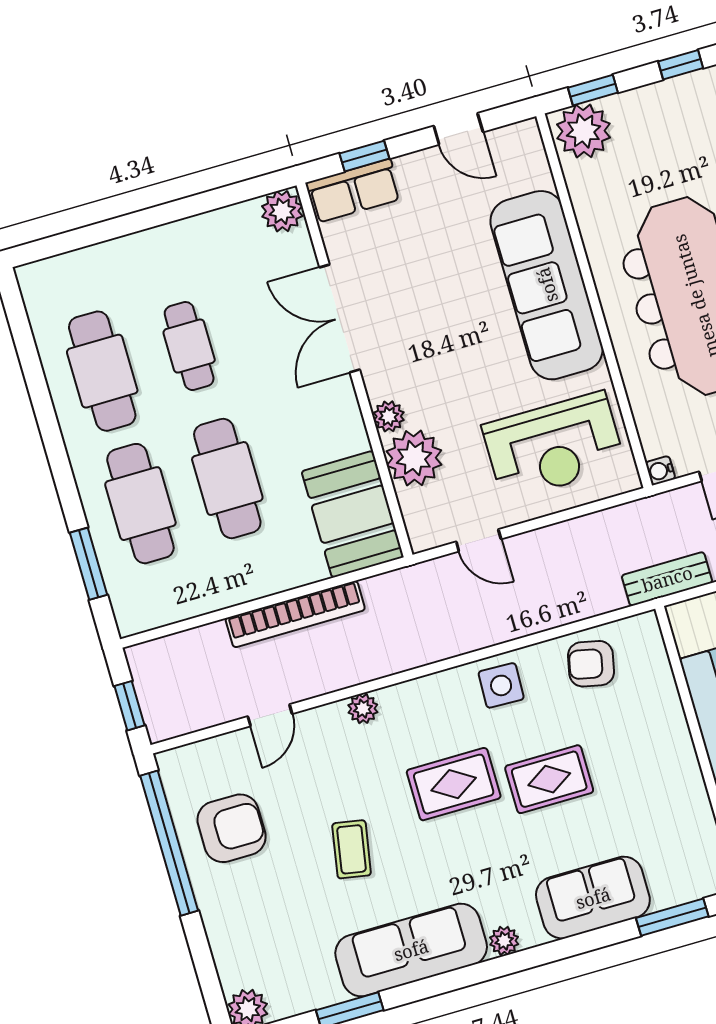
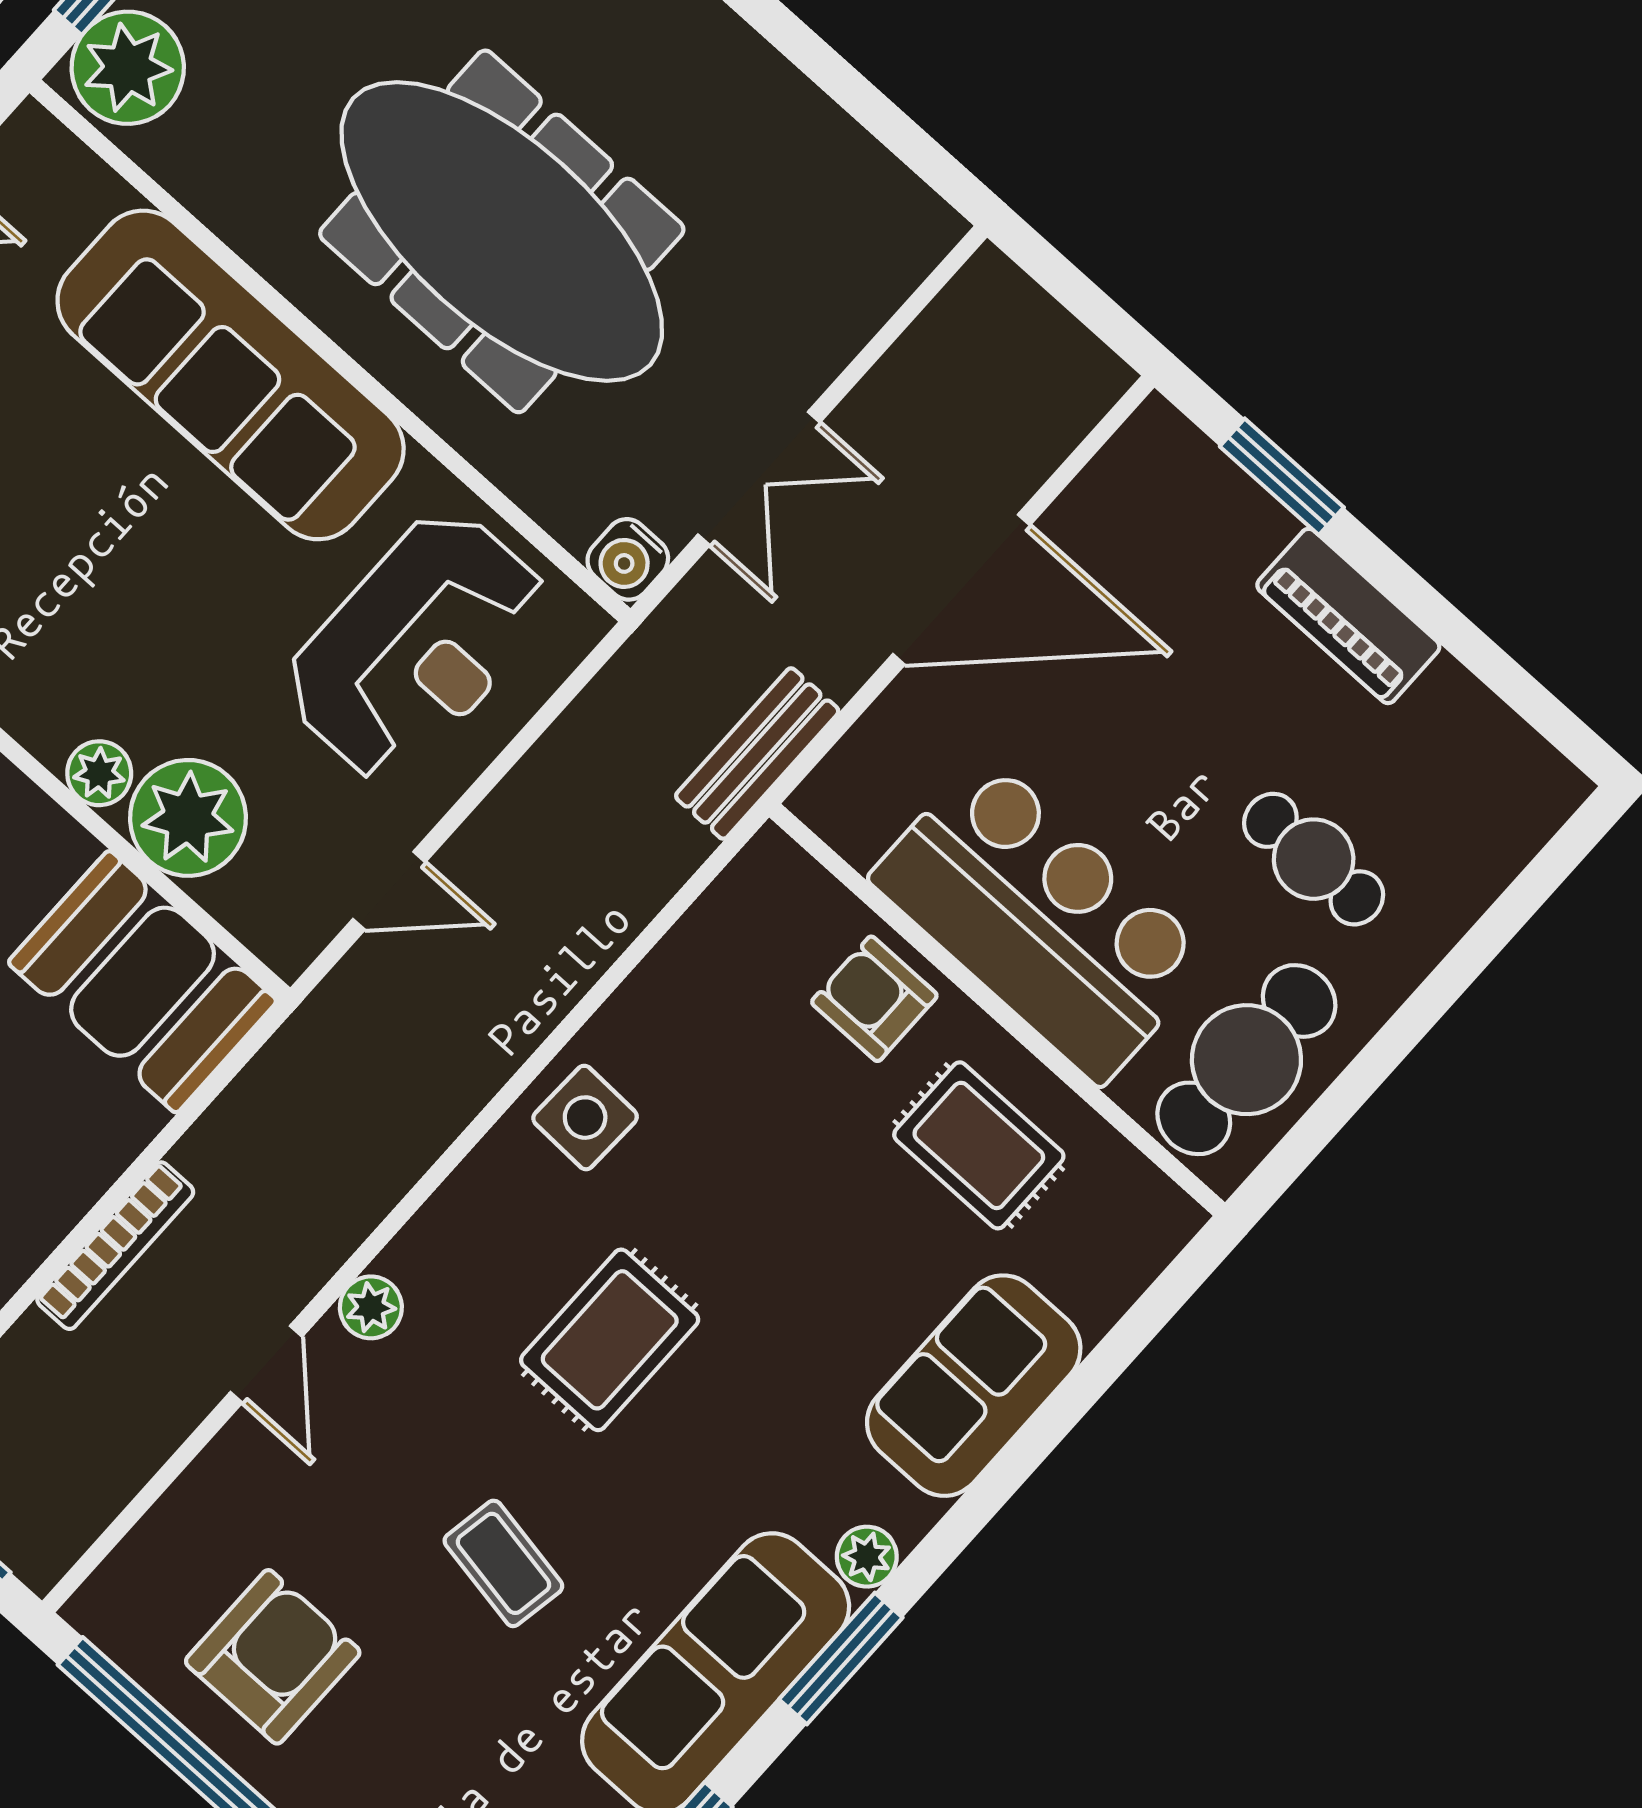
water cooler: (660, 471) -> (628, 559), width x1.38, depth x1.38
bookcase: (295, 614) -> (115, 1246), width x0.68, depth x0.76
armchair: (591, 664) -> (874, 999), moved, turned 78
door: (270, 715) -> (266, 1364), moved
rug: (549, 779) -> (979, 1145), moved, turned 90
window: (672, 917) -> (841, 1658), moved

